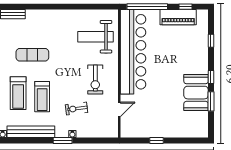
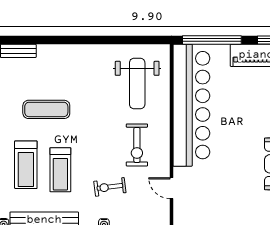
weight bench: (95, 37) -> (137, 84), turned -90
door: (119, 109) -> (171, 188), swing flipped

